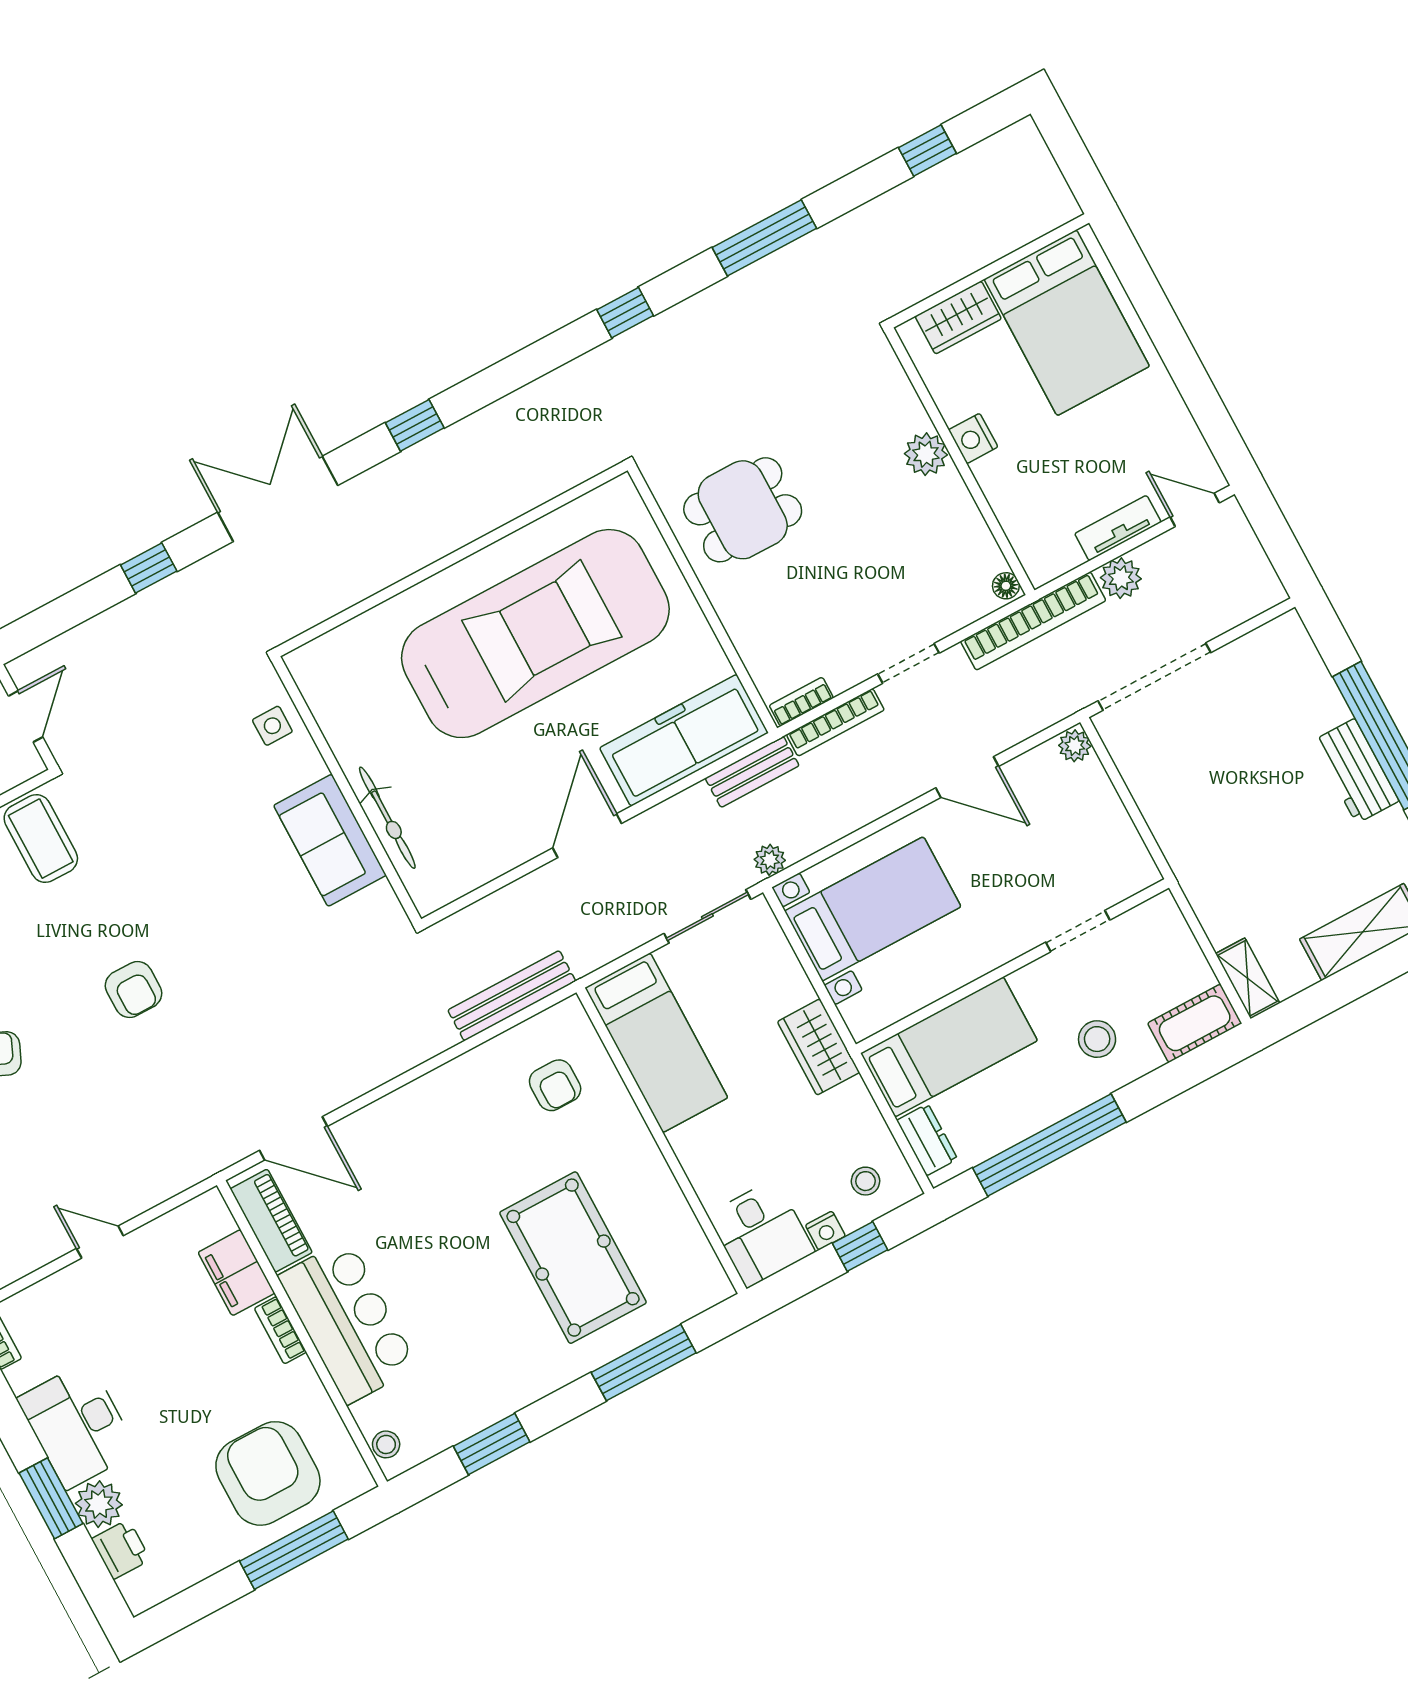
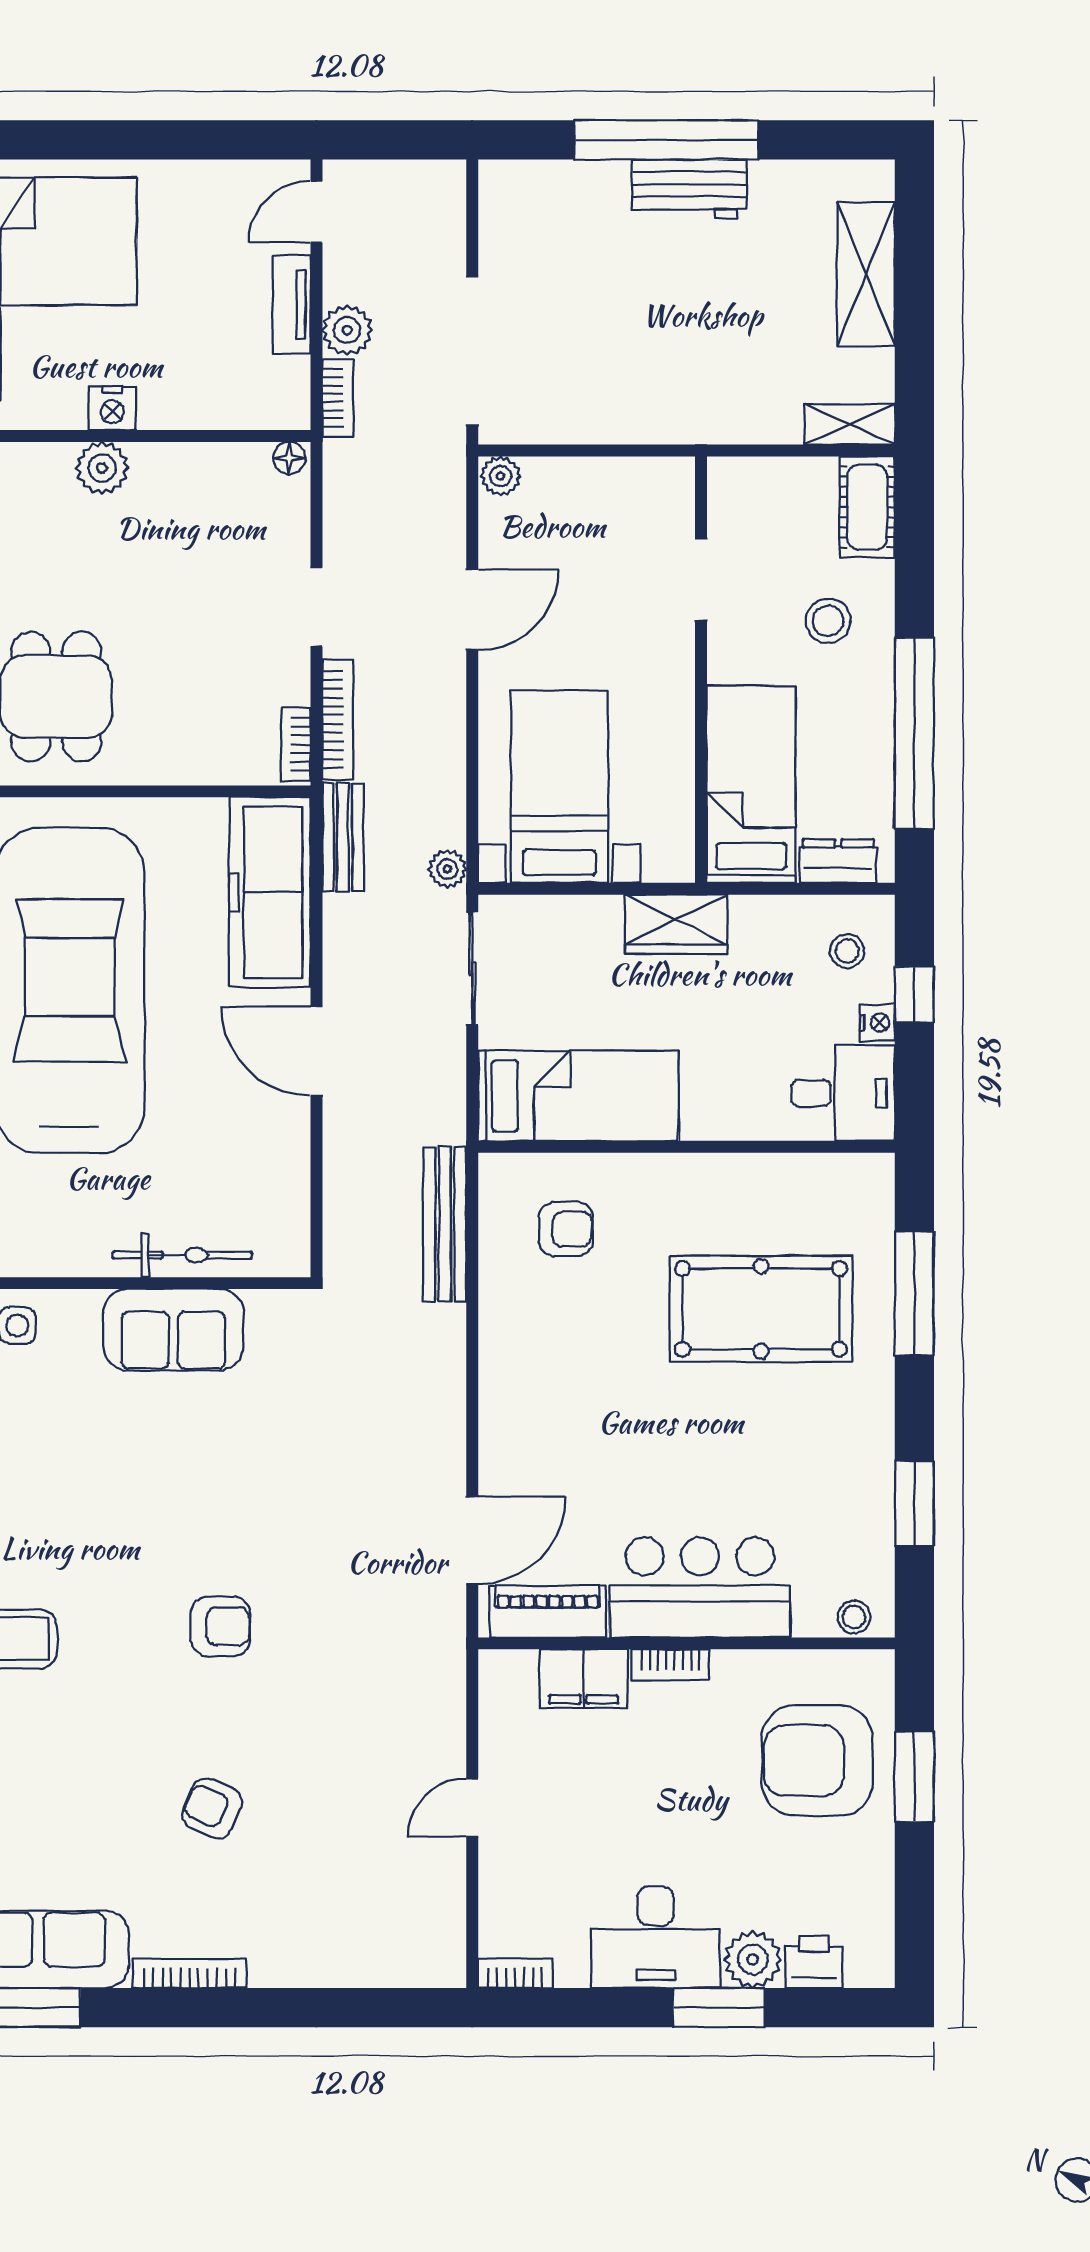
bookcase: (1033, 621) -> (338, 398), width x0.43, depth x0.76
window: (294, 1550) -> (914, 1777), width x0.69

